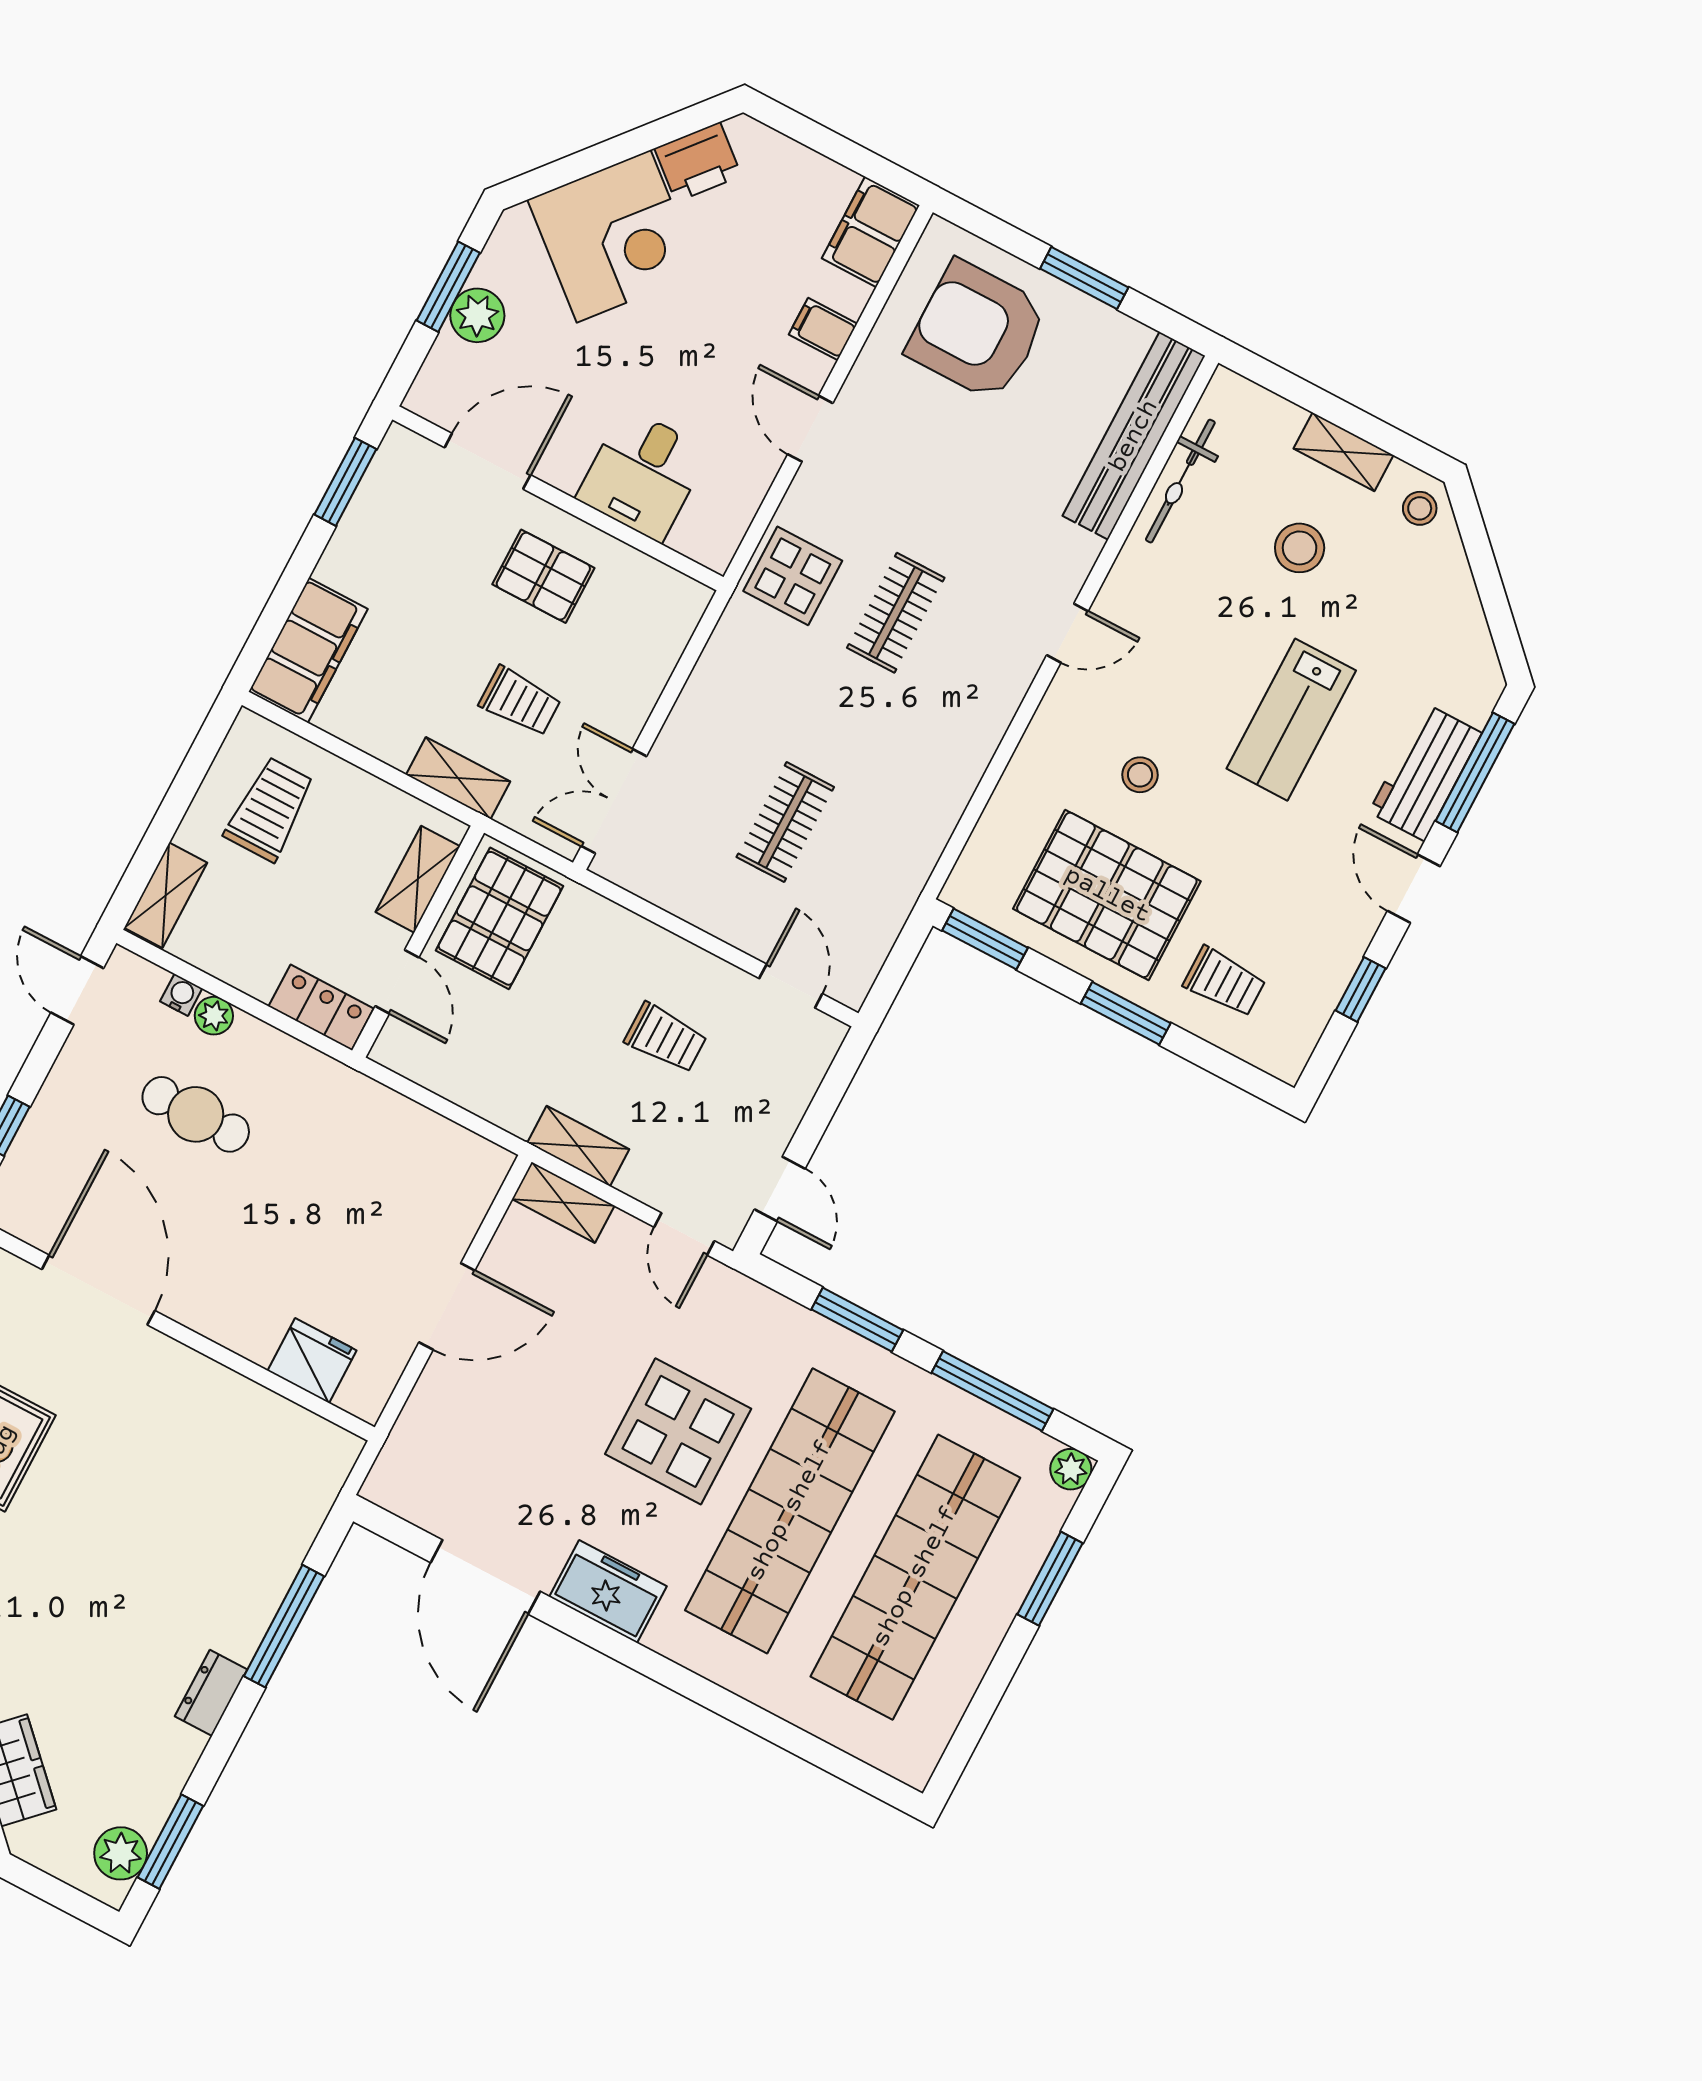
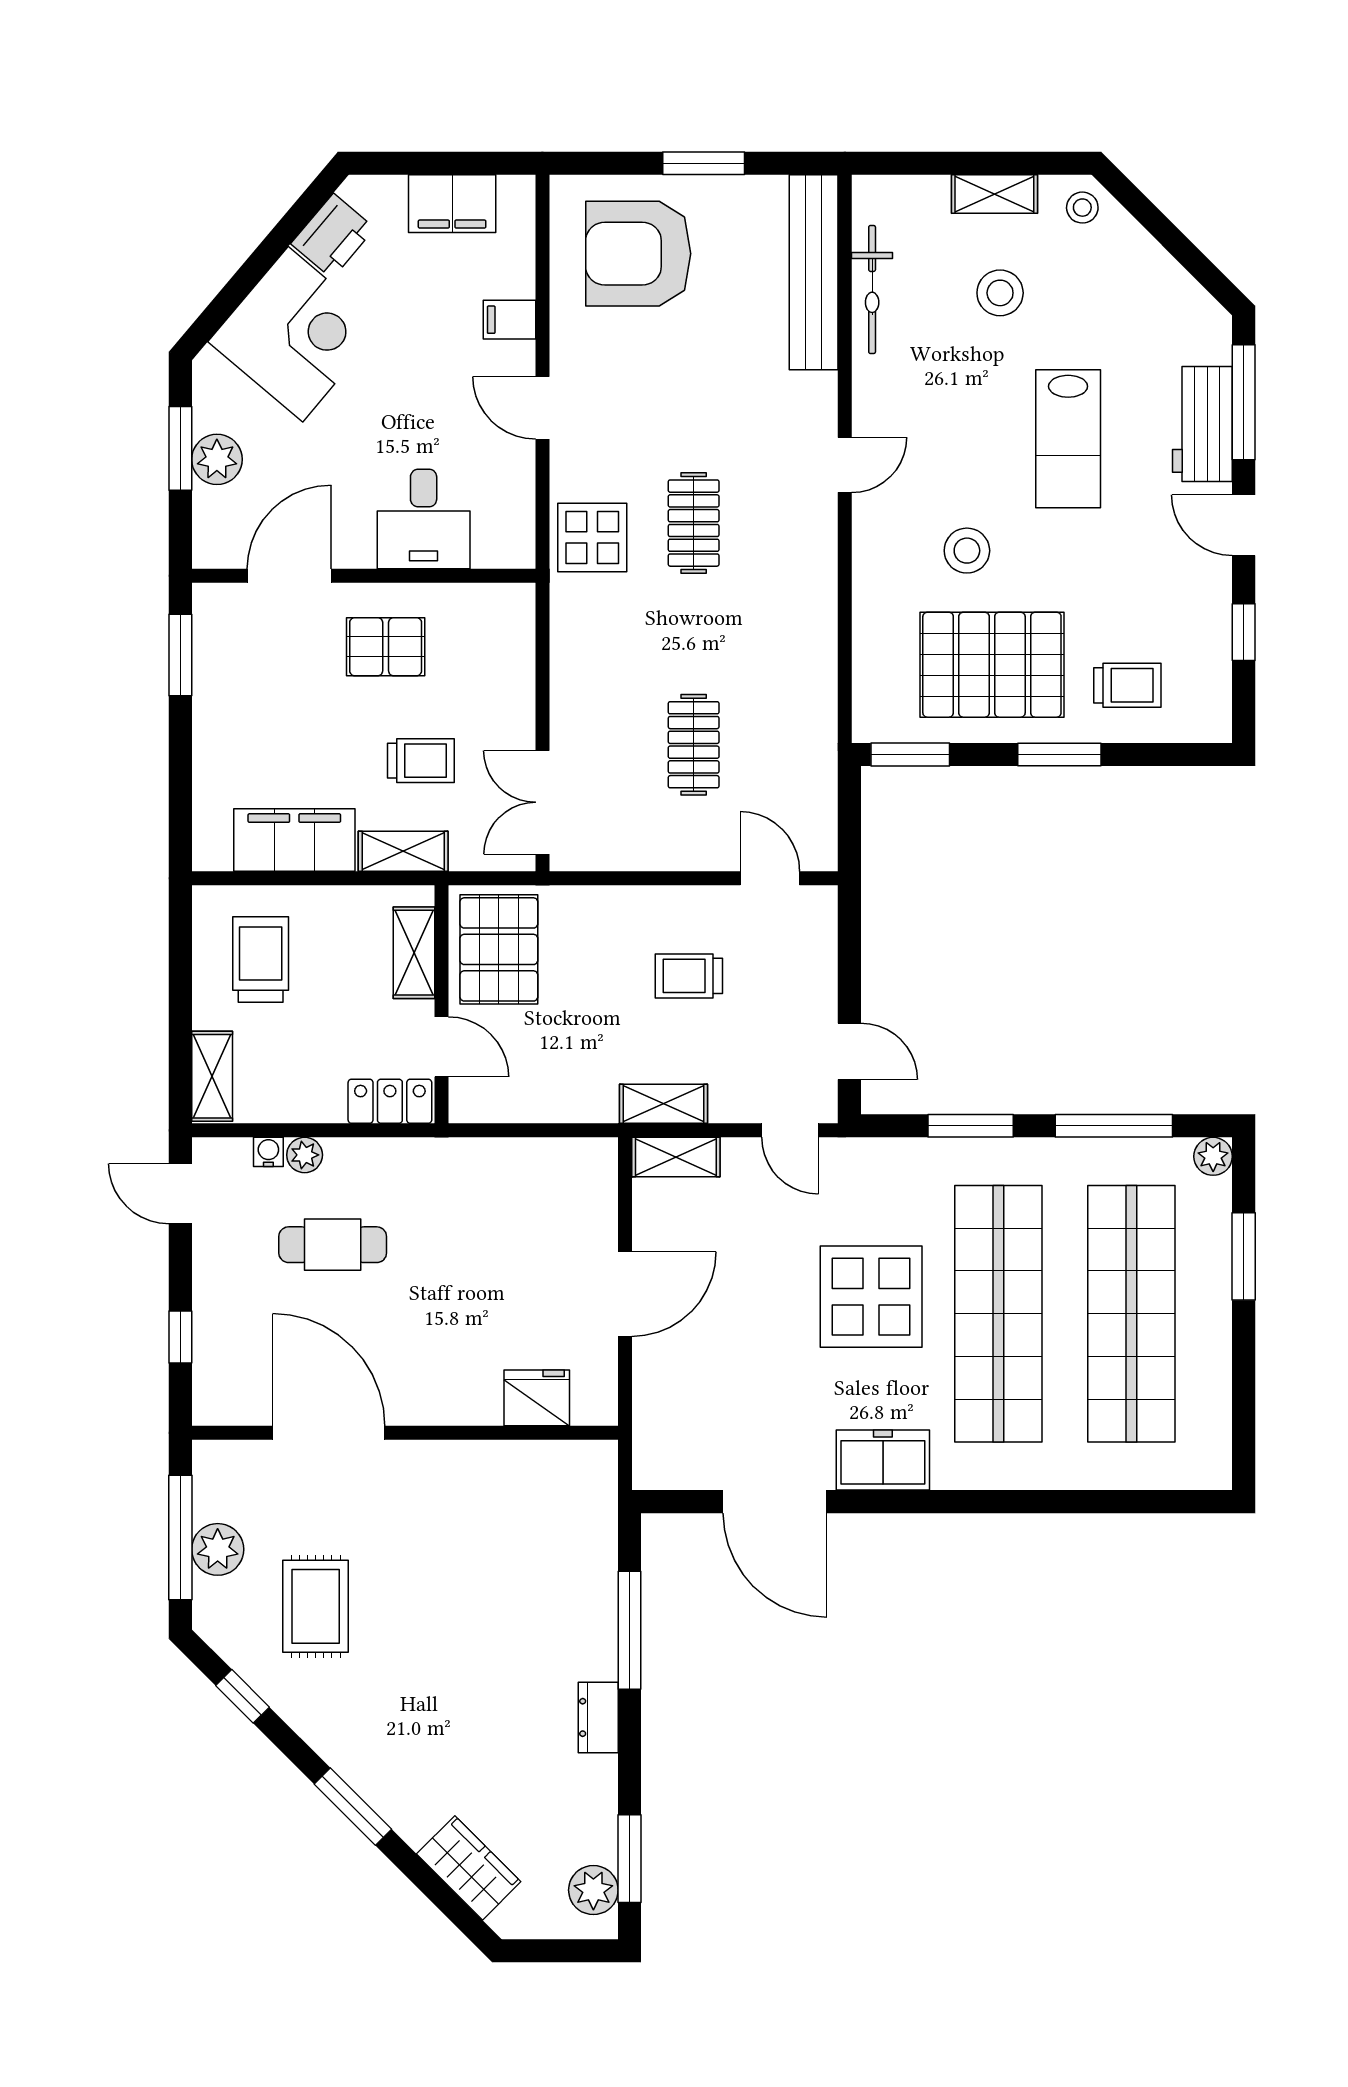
filing cabinet: (871, 232) -> (452, 204), moved, turned -90
filing cabinet: (308, 650) -> (294, 840), moved, turned -90
stool: (1140, 775) -> (967, 551), width x1.37, depth x1.37
trolley: (666, 1038) -> (689, 976), turned 180

